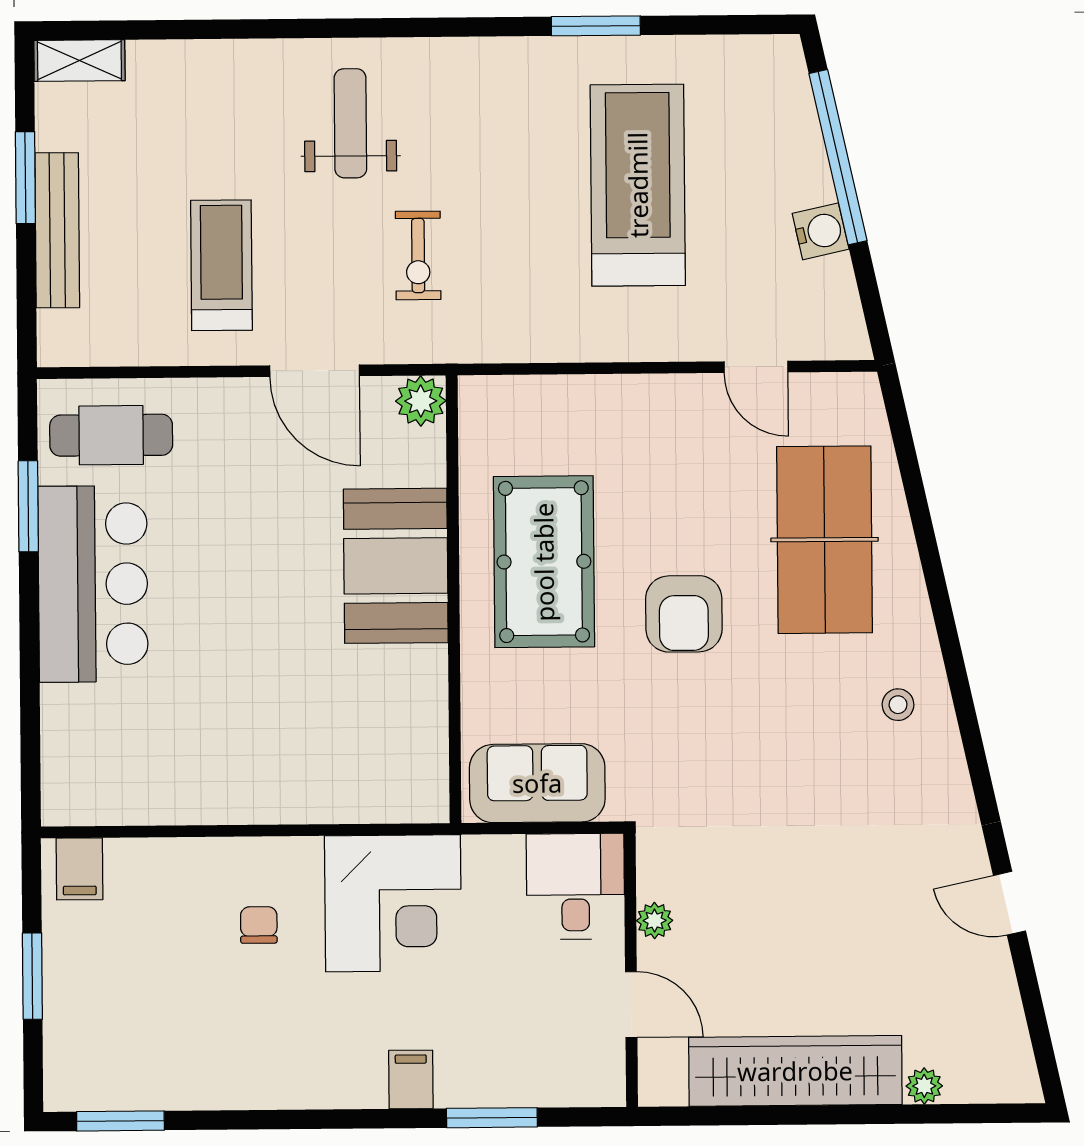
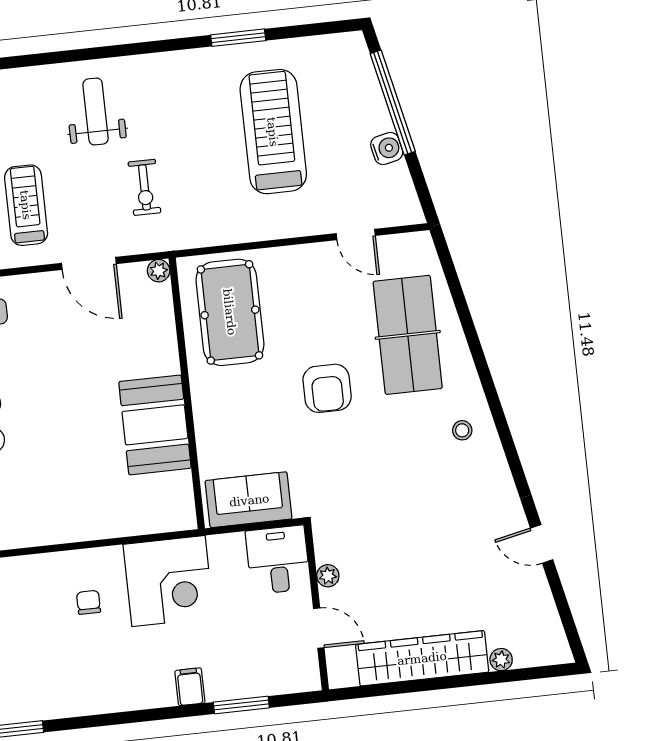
plant: (421, 401) -> (159, 271), width x0.73, depth x0.73
pool table: (544, 562) -> (230, 312), moved
booth: (396, 566) -> (155, 425), moved

